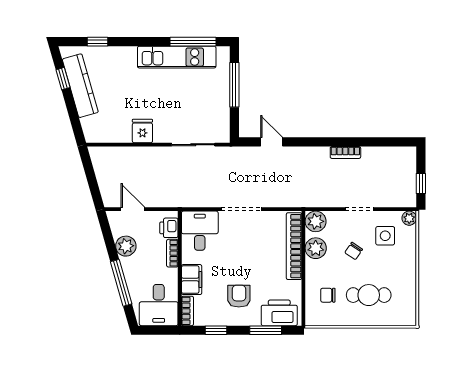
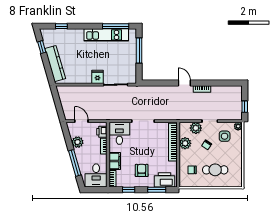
kitchen counter: (80, 86) -> (55, 64), moved
fridge: (142, 131) -> (98, 77), moved
door: (272, 142) -> (184, 83), moved
plant: (316, 221) -> (196, 128), moved

